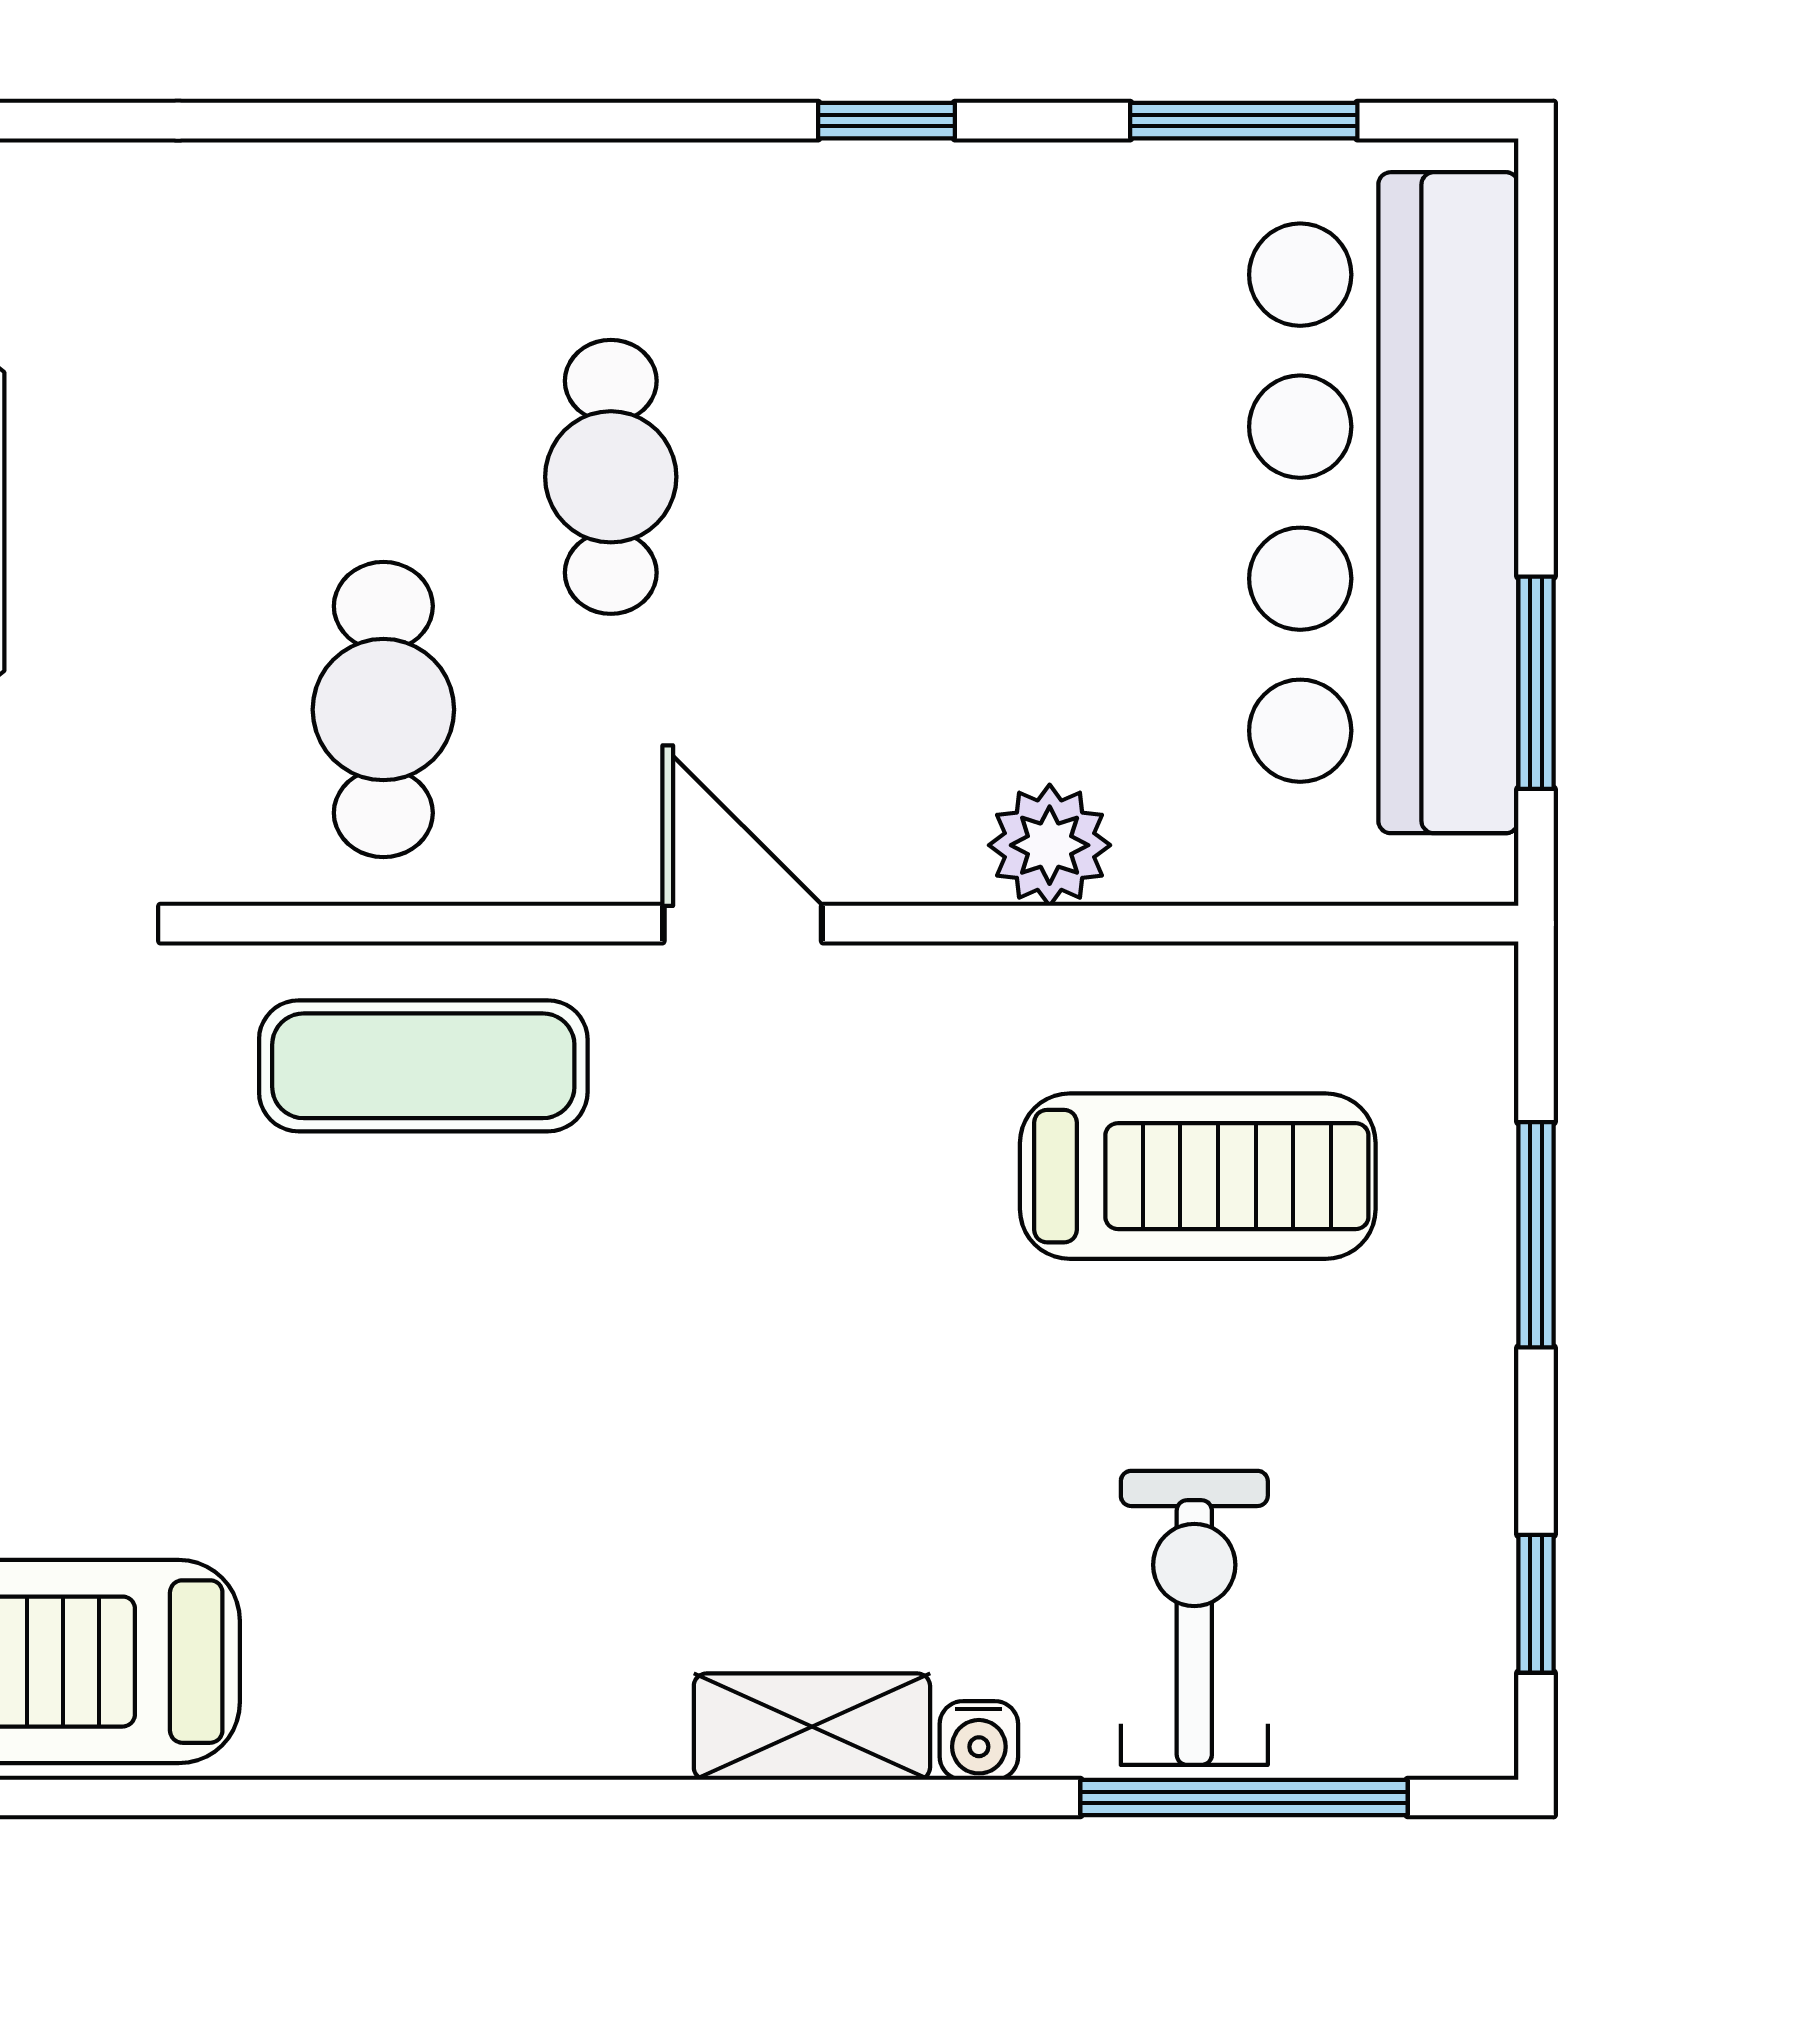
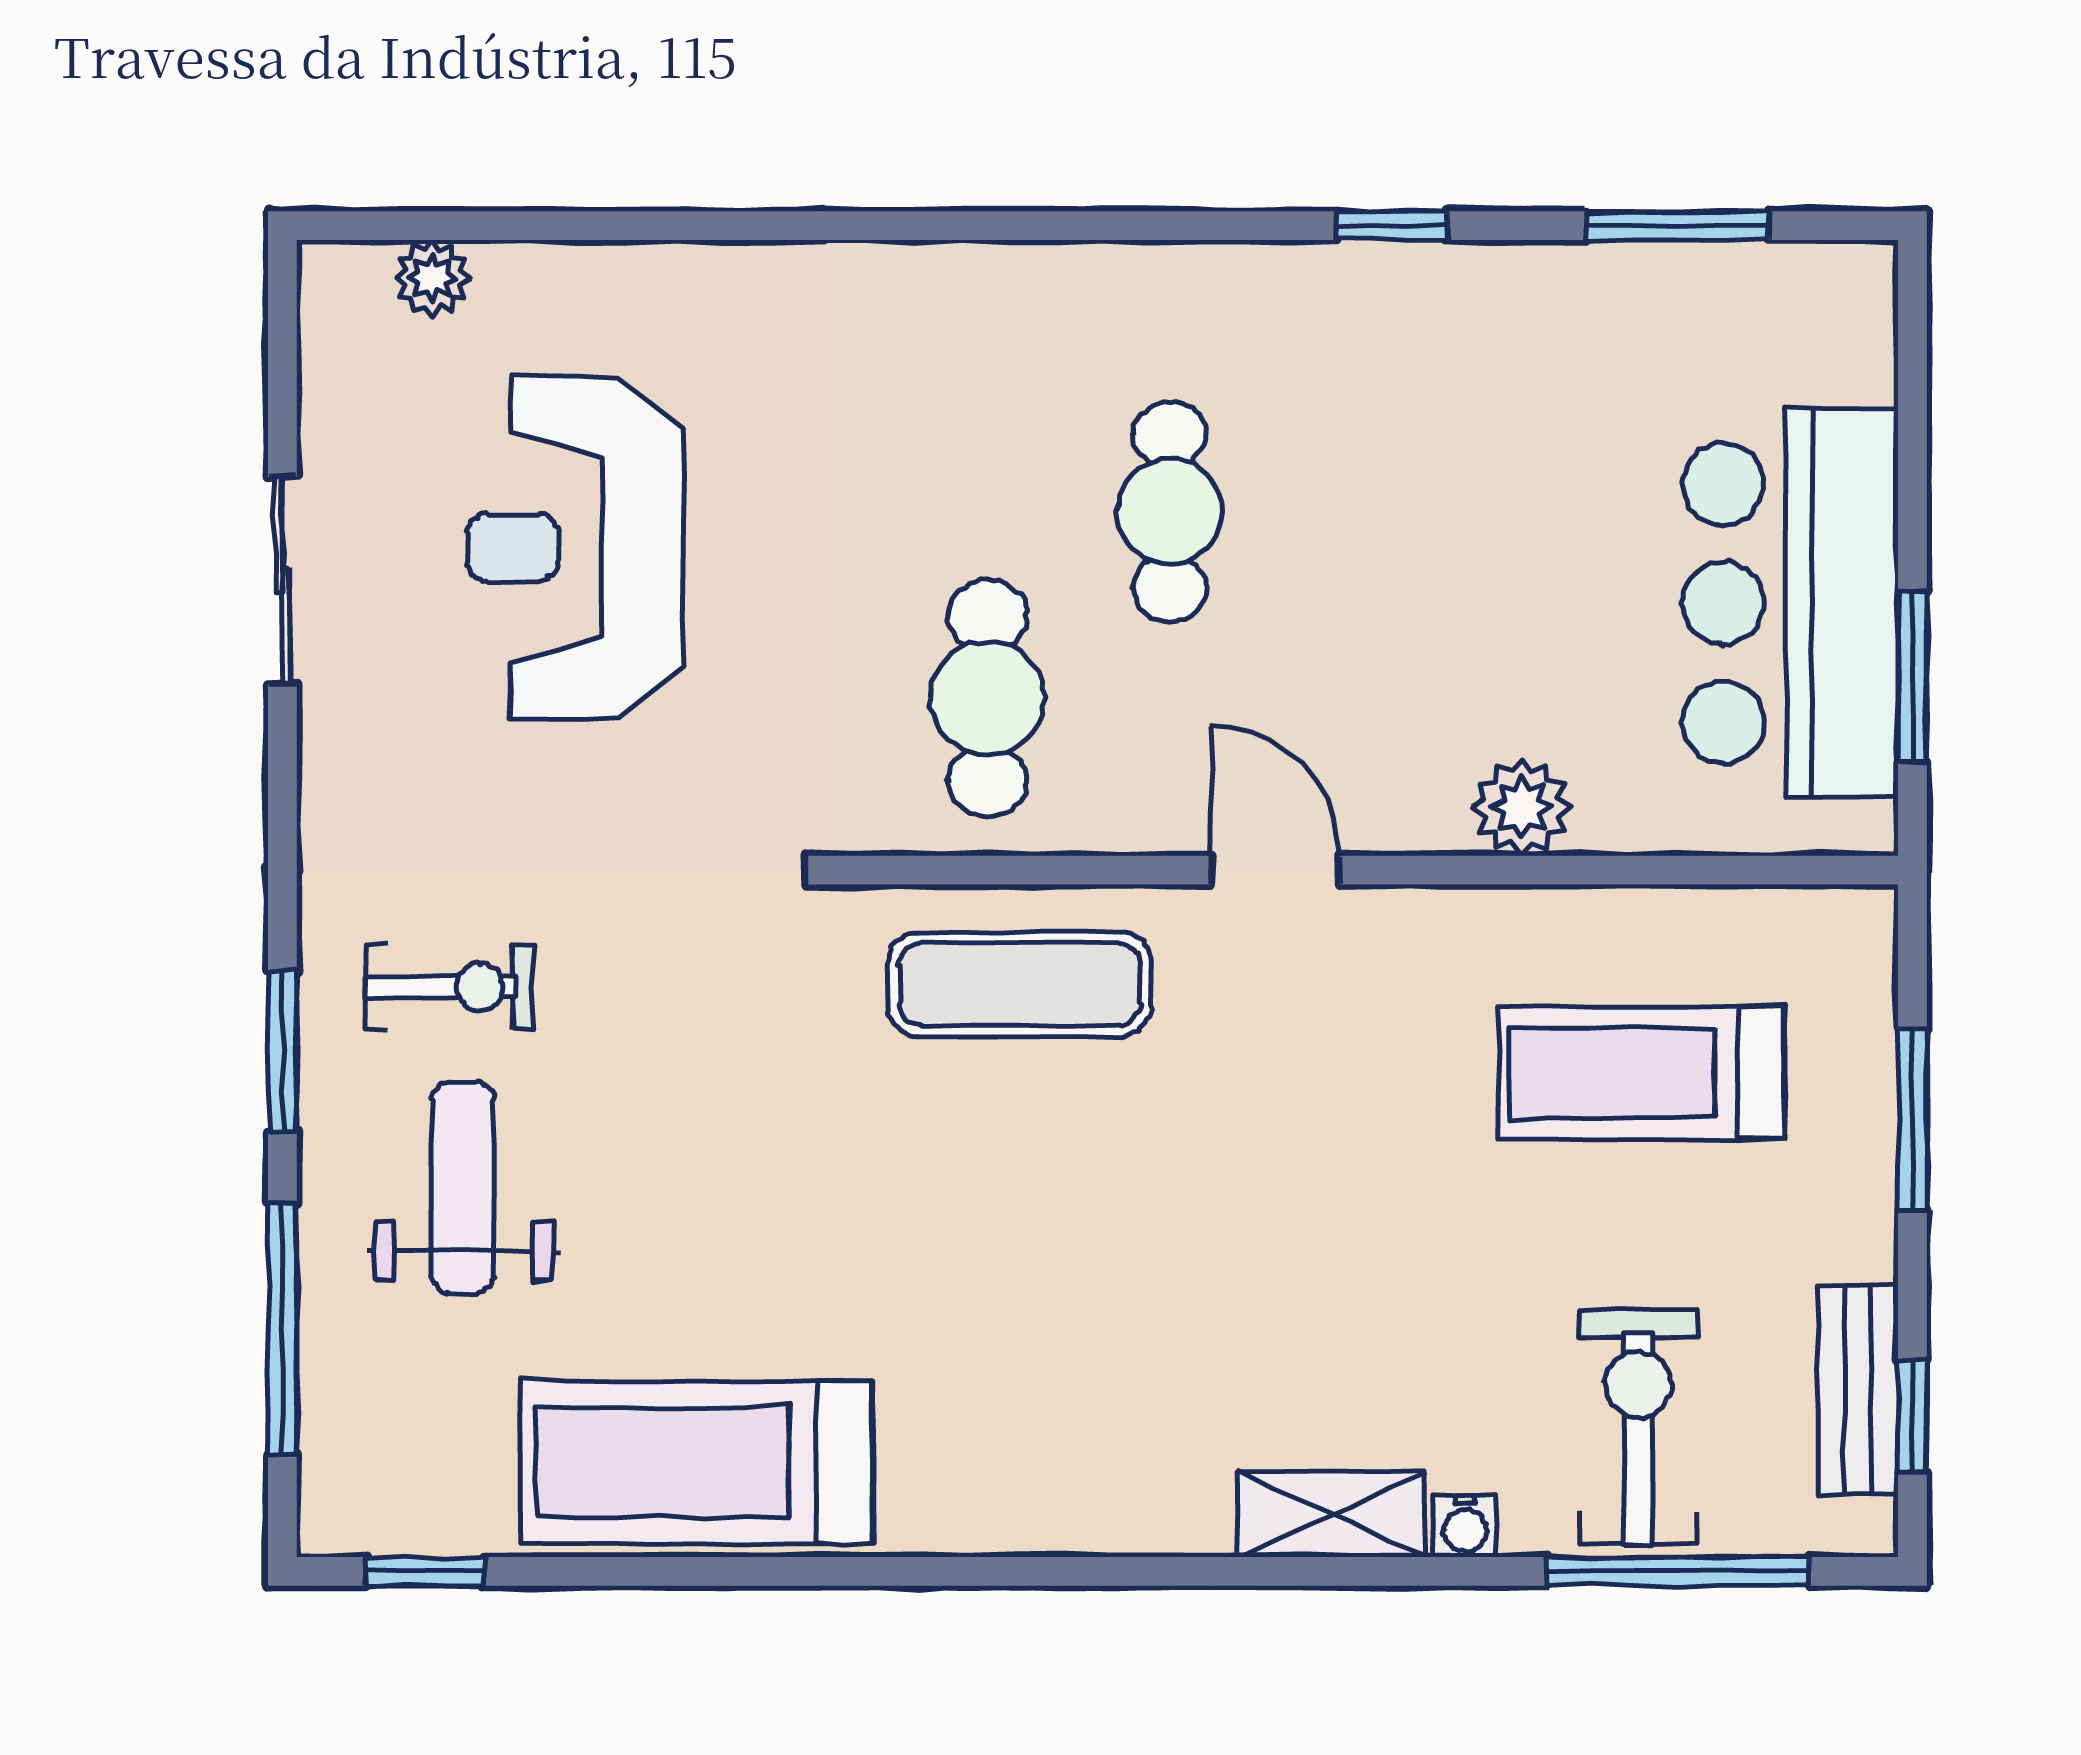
bar counter: (1384, 503) -> (1790, 603), width x0.73
treadmill: (1198, 1176) -> (1641, 1073), turned 180
bench: (1468, 1571) -> (1858, 1390), added

